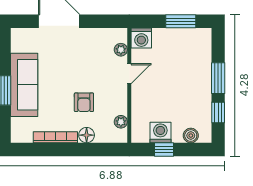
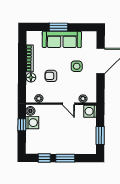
side table: (68, 60) -> (77, 66), added
boiler: (191, 136) -> (30, 111), moved

